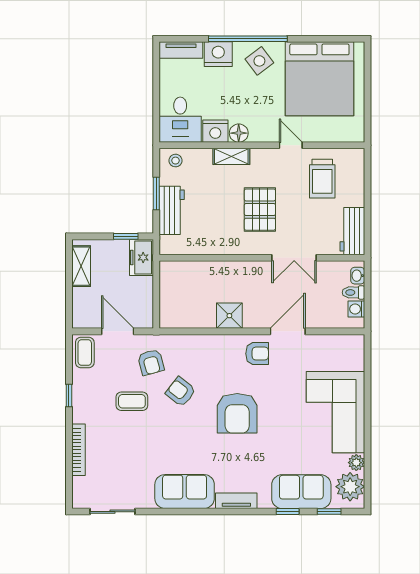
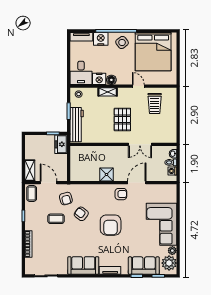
workbench: (172, 210) -> (77, 125), width x1.38
workbench: (352, 231) -> (170, 131), removed
shelving: (81, 266) -> (30, 170), moved

